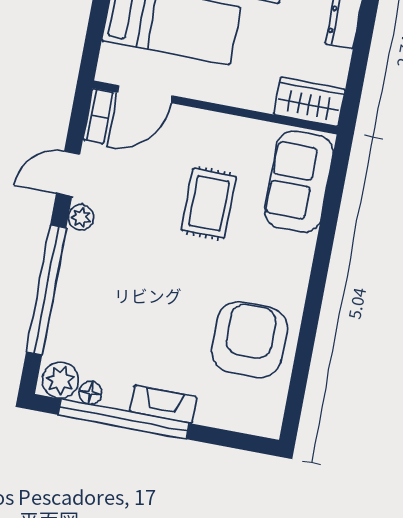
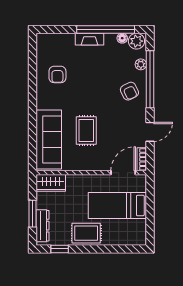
window: (363, 42) -> (33, 214), added
sofa: (299, 182) -> (49, 139), width x1.36
plant: (81, 217) -> (141, 64), moved
armchair: (97, 272) -> (129, 91), added
armchair: (249, 340) -> (57, 74), width x0.53, depth x0.53

